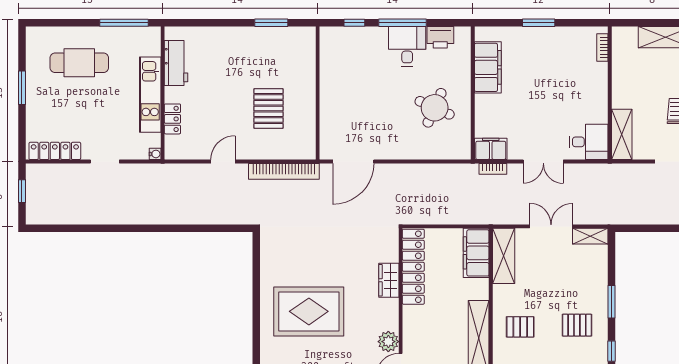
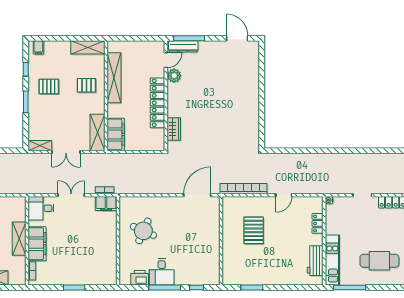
filing cabinet: (488, 67) -> (37, 244), moved, turned 180
kitchen unit: (150, 95) -> (332, 260), moved
shelving: (622, 134) -> (19, 239), moved
locker: (413, 267) -> (157, 103), moved
wardrobe: (389, 280) -> (174, 129), moved
rug: (309, 311) -> (227, 96), removed

